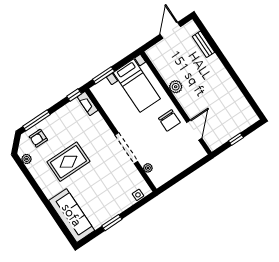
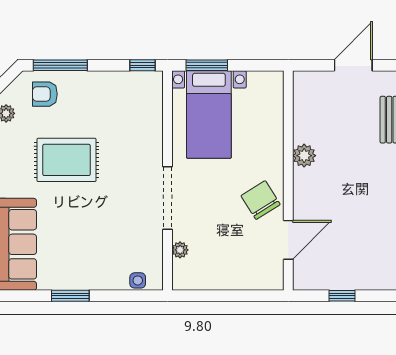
bed with nightstands: (137, 86) -> (209, 114), moved
fireplace: (88, 104) -> (154, 92), removed
chair: (169, 120) -> (261, 200), turned 148

